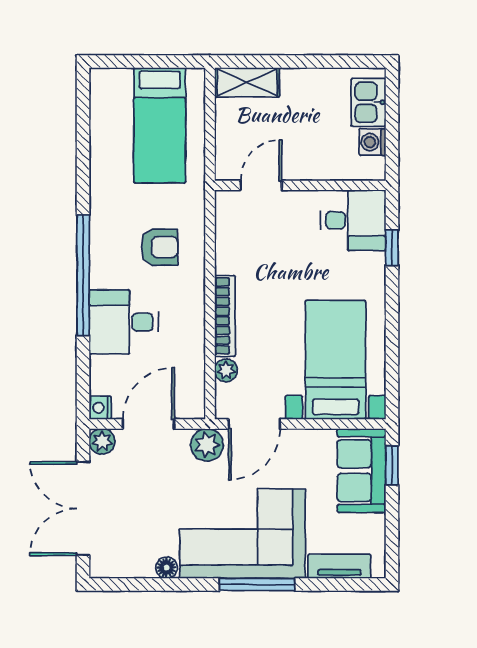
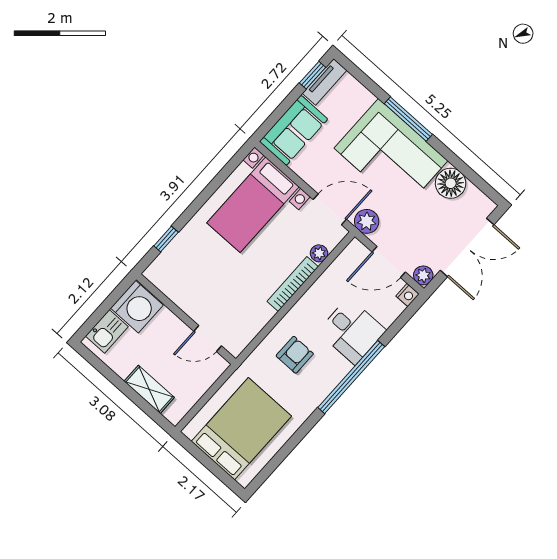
shelving: (247, 82) -> (149, 389), moved
bed: (160, 125) -> (241, 429), width x1.50
washing machine: (372, 142) -> (137, 307), width x1.89, depth x1.89
desk: (353, 220) -> (174, 273), removed
armchair: (160, 247) -> (295, 355), turned 90
window: (392, 465) -> (313, 75), moved
tv unit: (339, 566) -> (325, 82), moved, turned -90
floor lamp: (167, 568) -> (451, 183), width x1.89, depth x1.89

